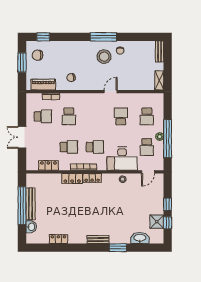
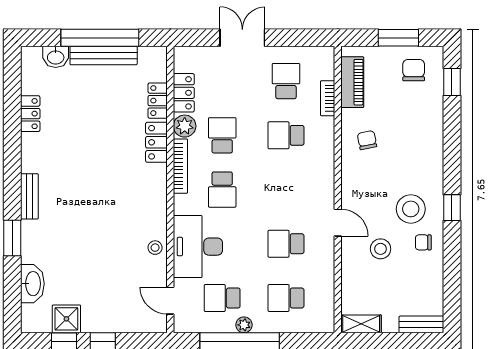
window: (103, 37) -> (452, 208), width x0.46
stool: (123, 71) -> (381, 249), added
school desk: (43, 116) -> (286, 81), turned 180
school desk: (121, 116) -> (286, 244), turned 180
school desk: (69, 147) -> (222, 135), turned 180
plant: (64, 165) -> (185, 126), added
locker: (92, 178) -> (158, 101), moved

